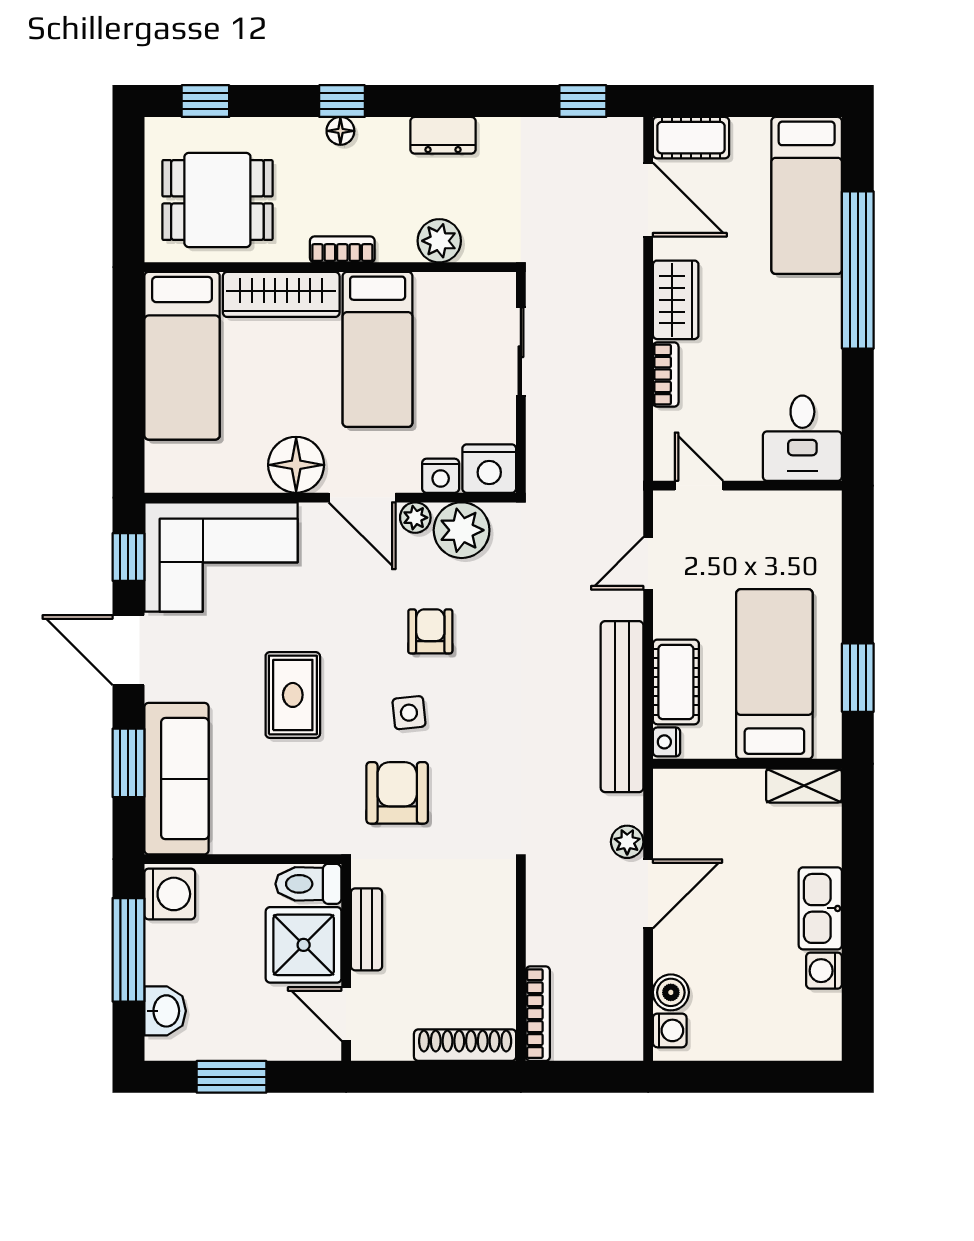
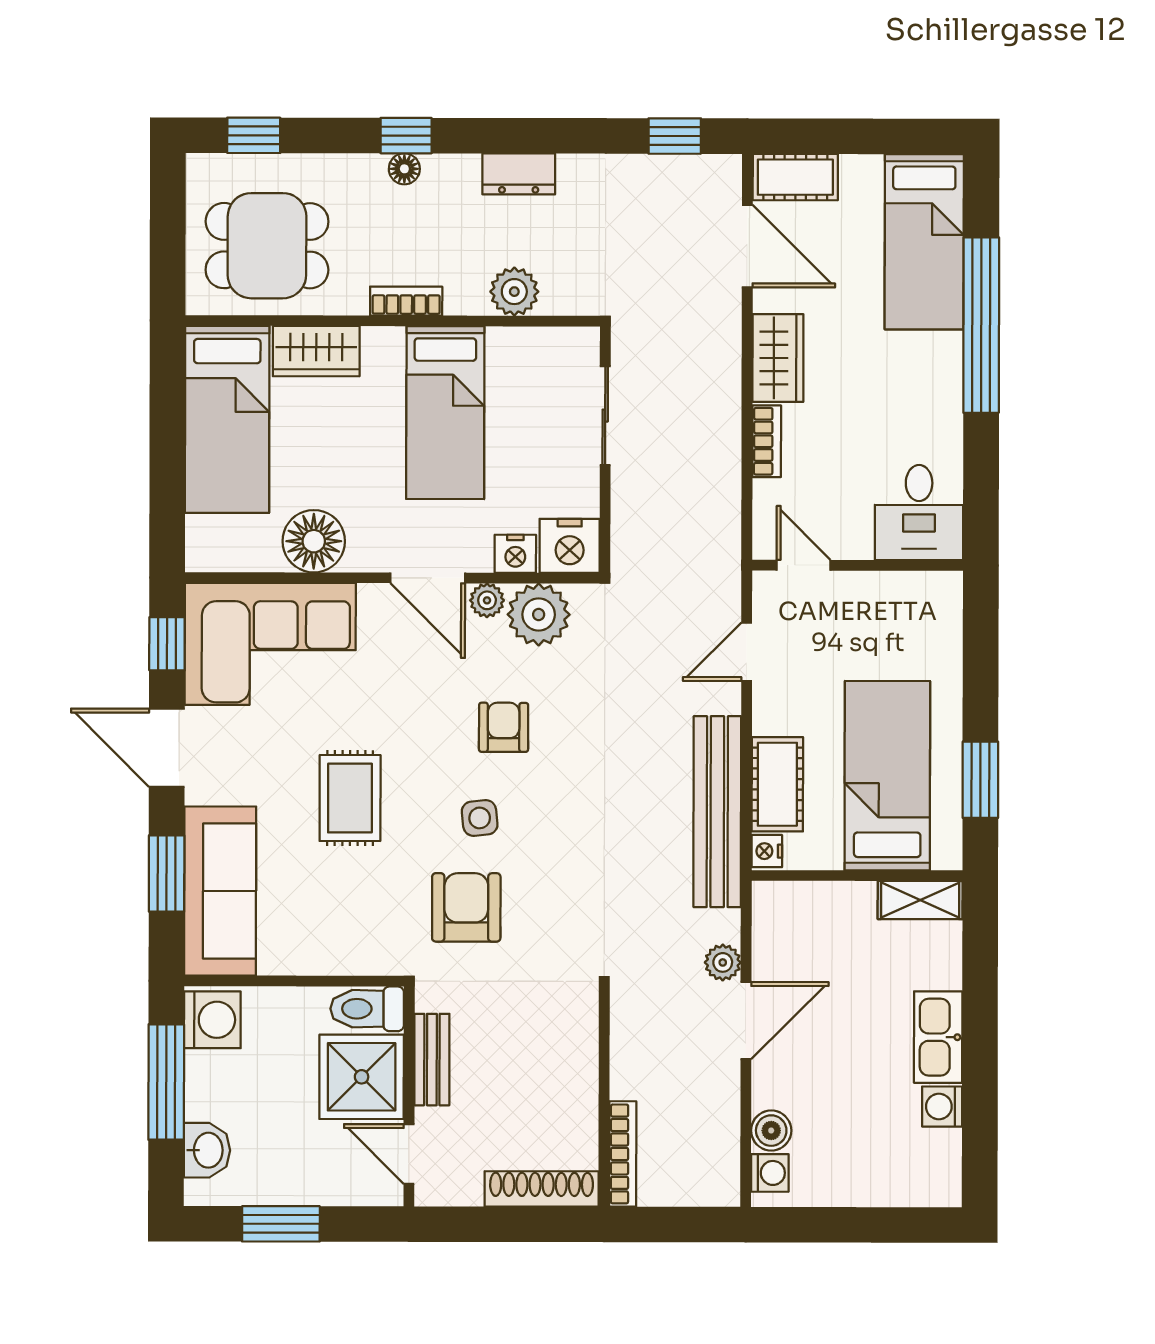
wardrobe: (281, 294) -> (316, 351), width x0.67
floor lamp: (296, 465) -> (314, 541), moved

